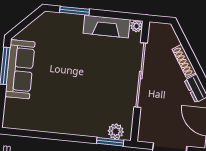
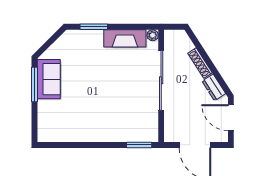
sofa: (20, 69) -> (49, 79), width x0.73
plant: (116, 131) -> (143, 135), removed

